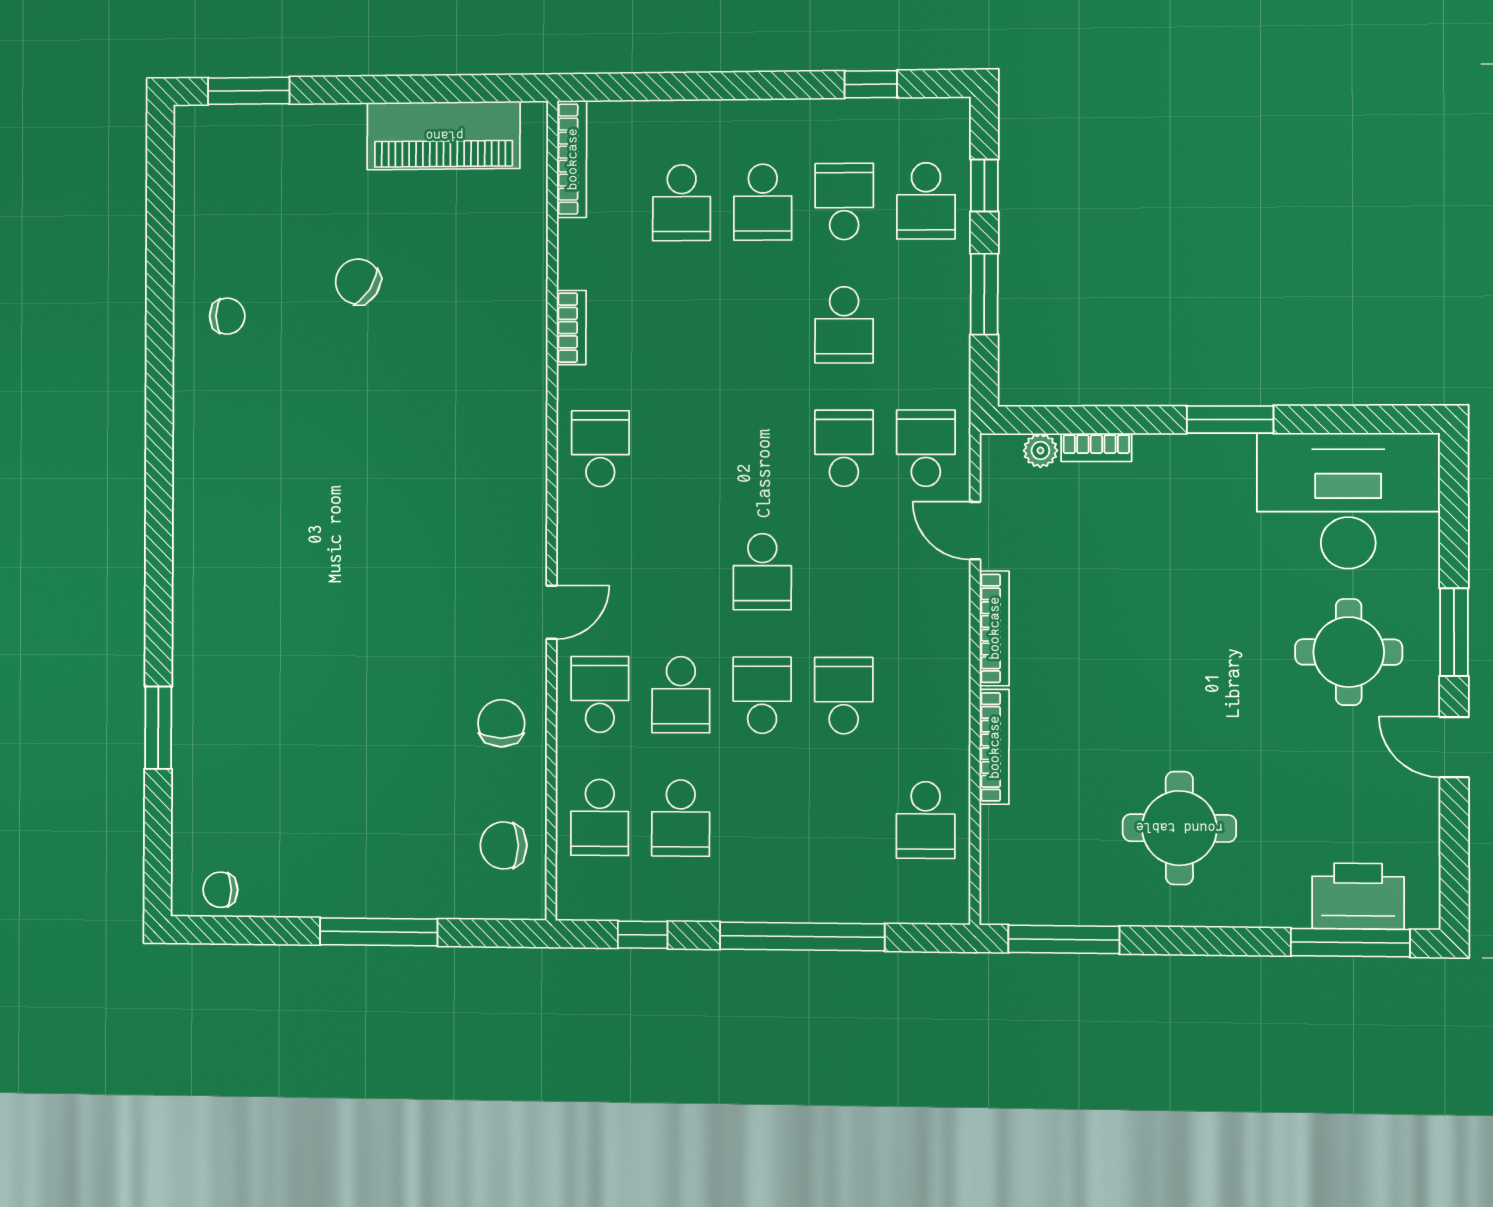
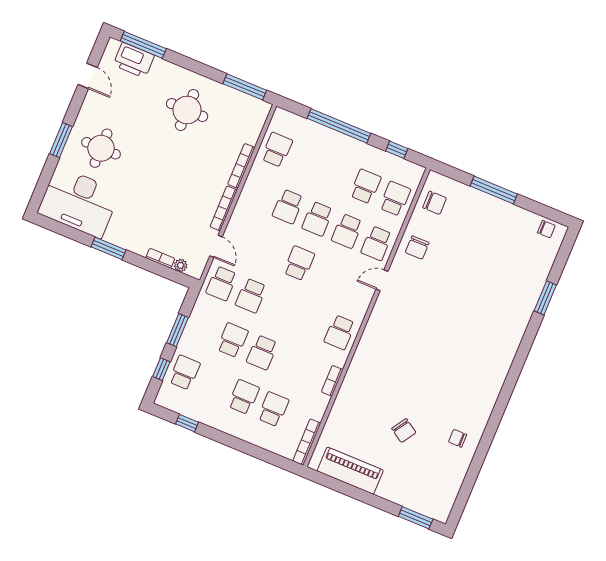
school desk: (844, 201) -> (262, 352), moved
school desk: (681, 695) -> (347, 231), turned 180
door: (1454, 747) -> (88, 76), moved

